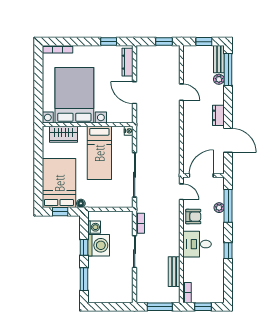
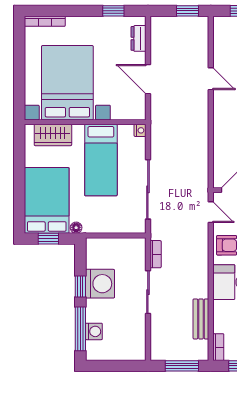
dresser: (127, 62) -> (139, 38), width x0.70
washing machine: (94, 227) -> (94, 331), moved
window: (84, 279) -> (80, 329), width x1.44

